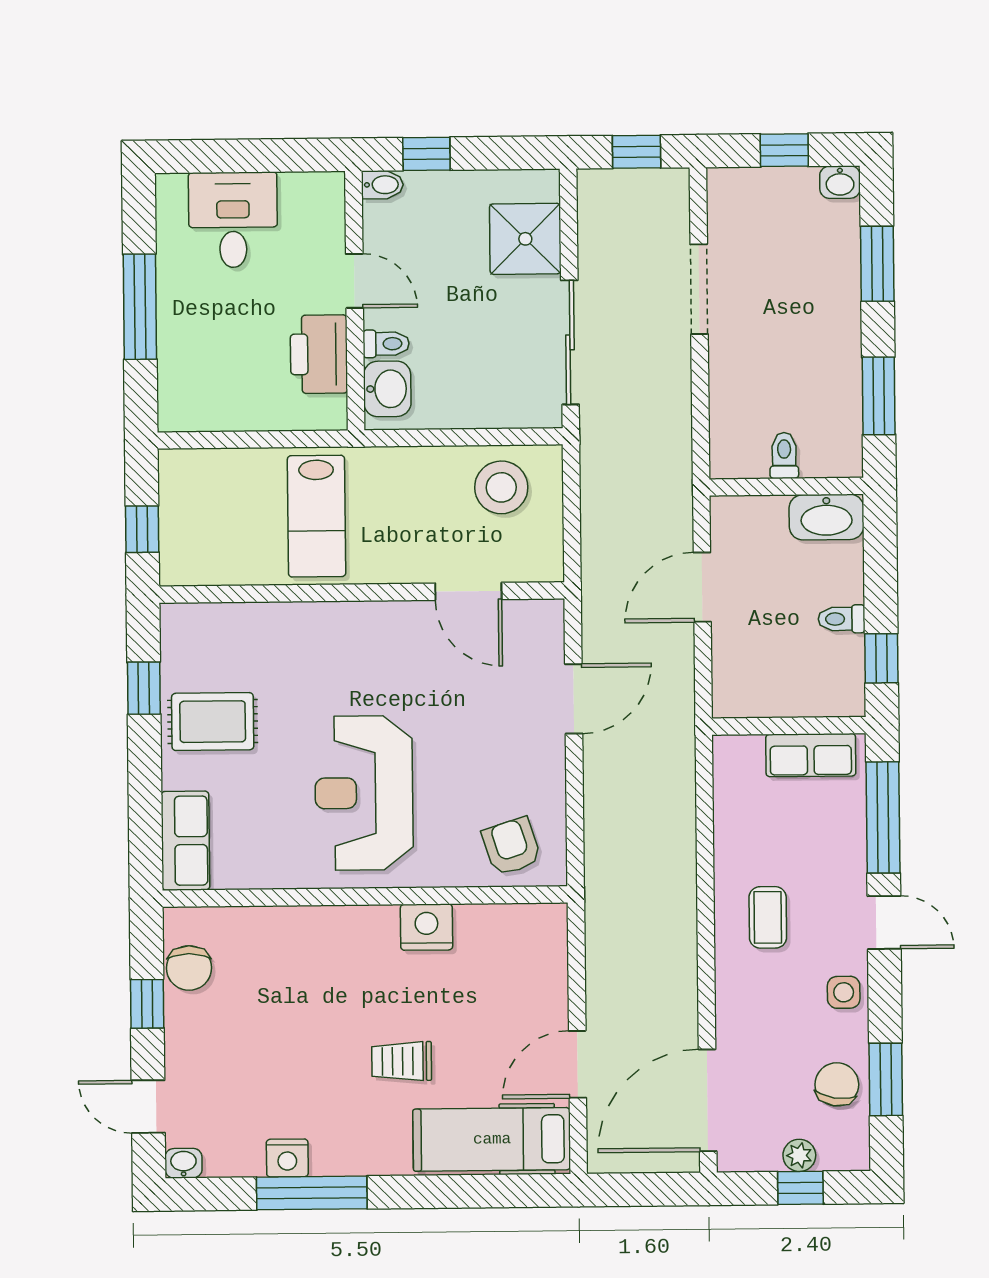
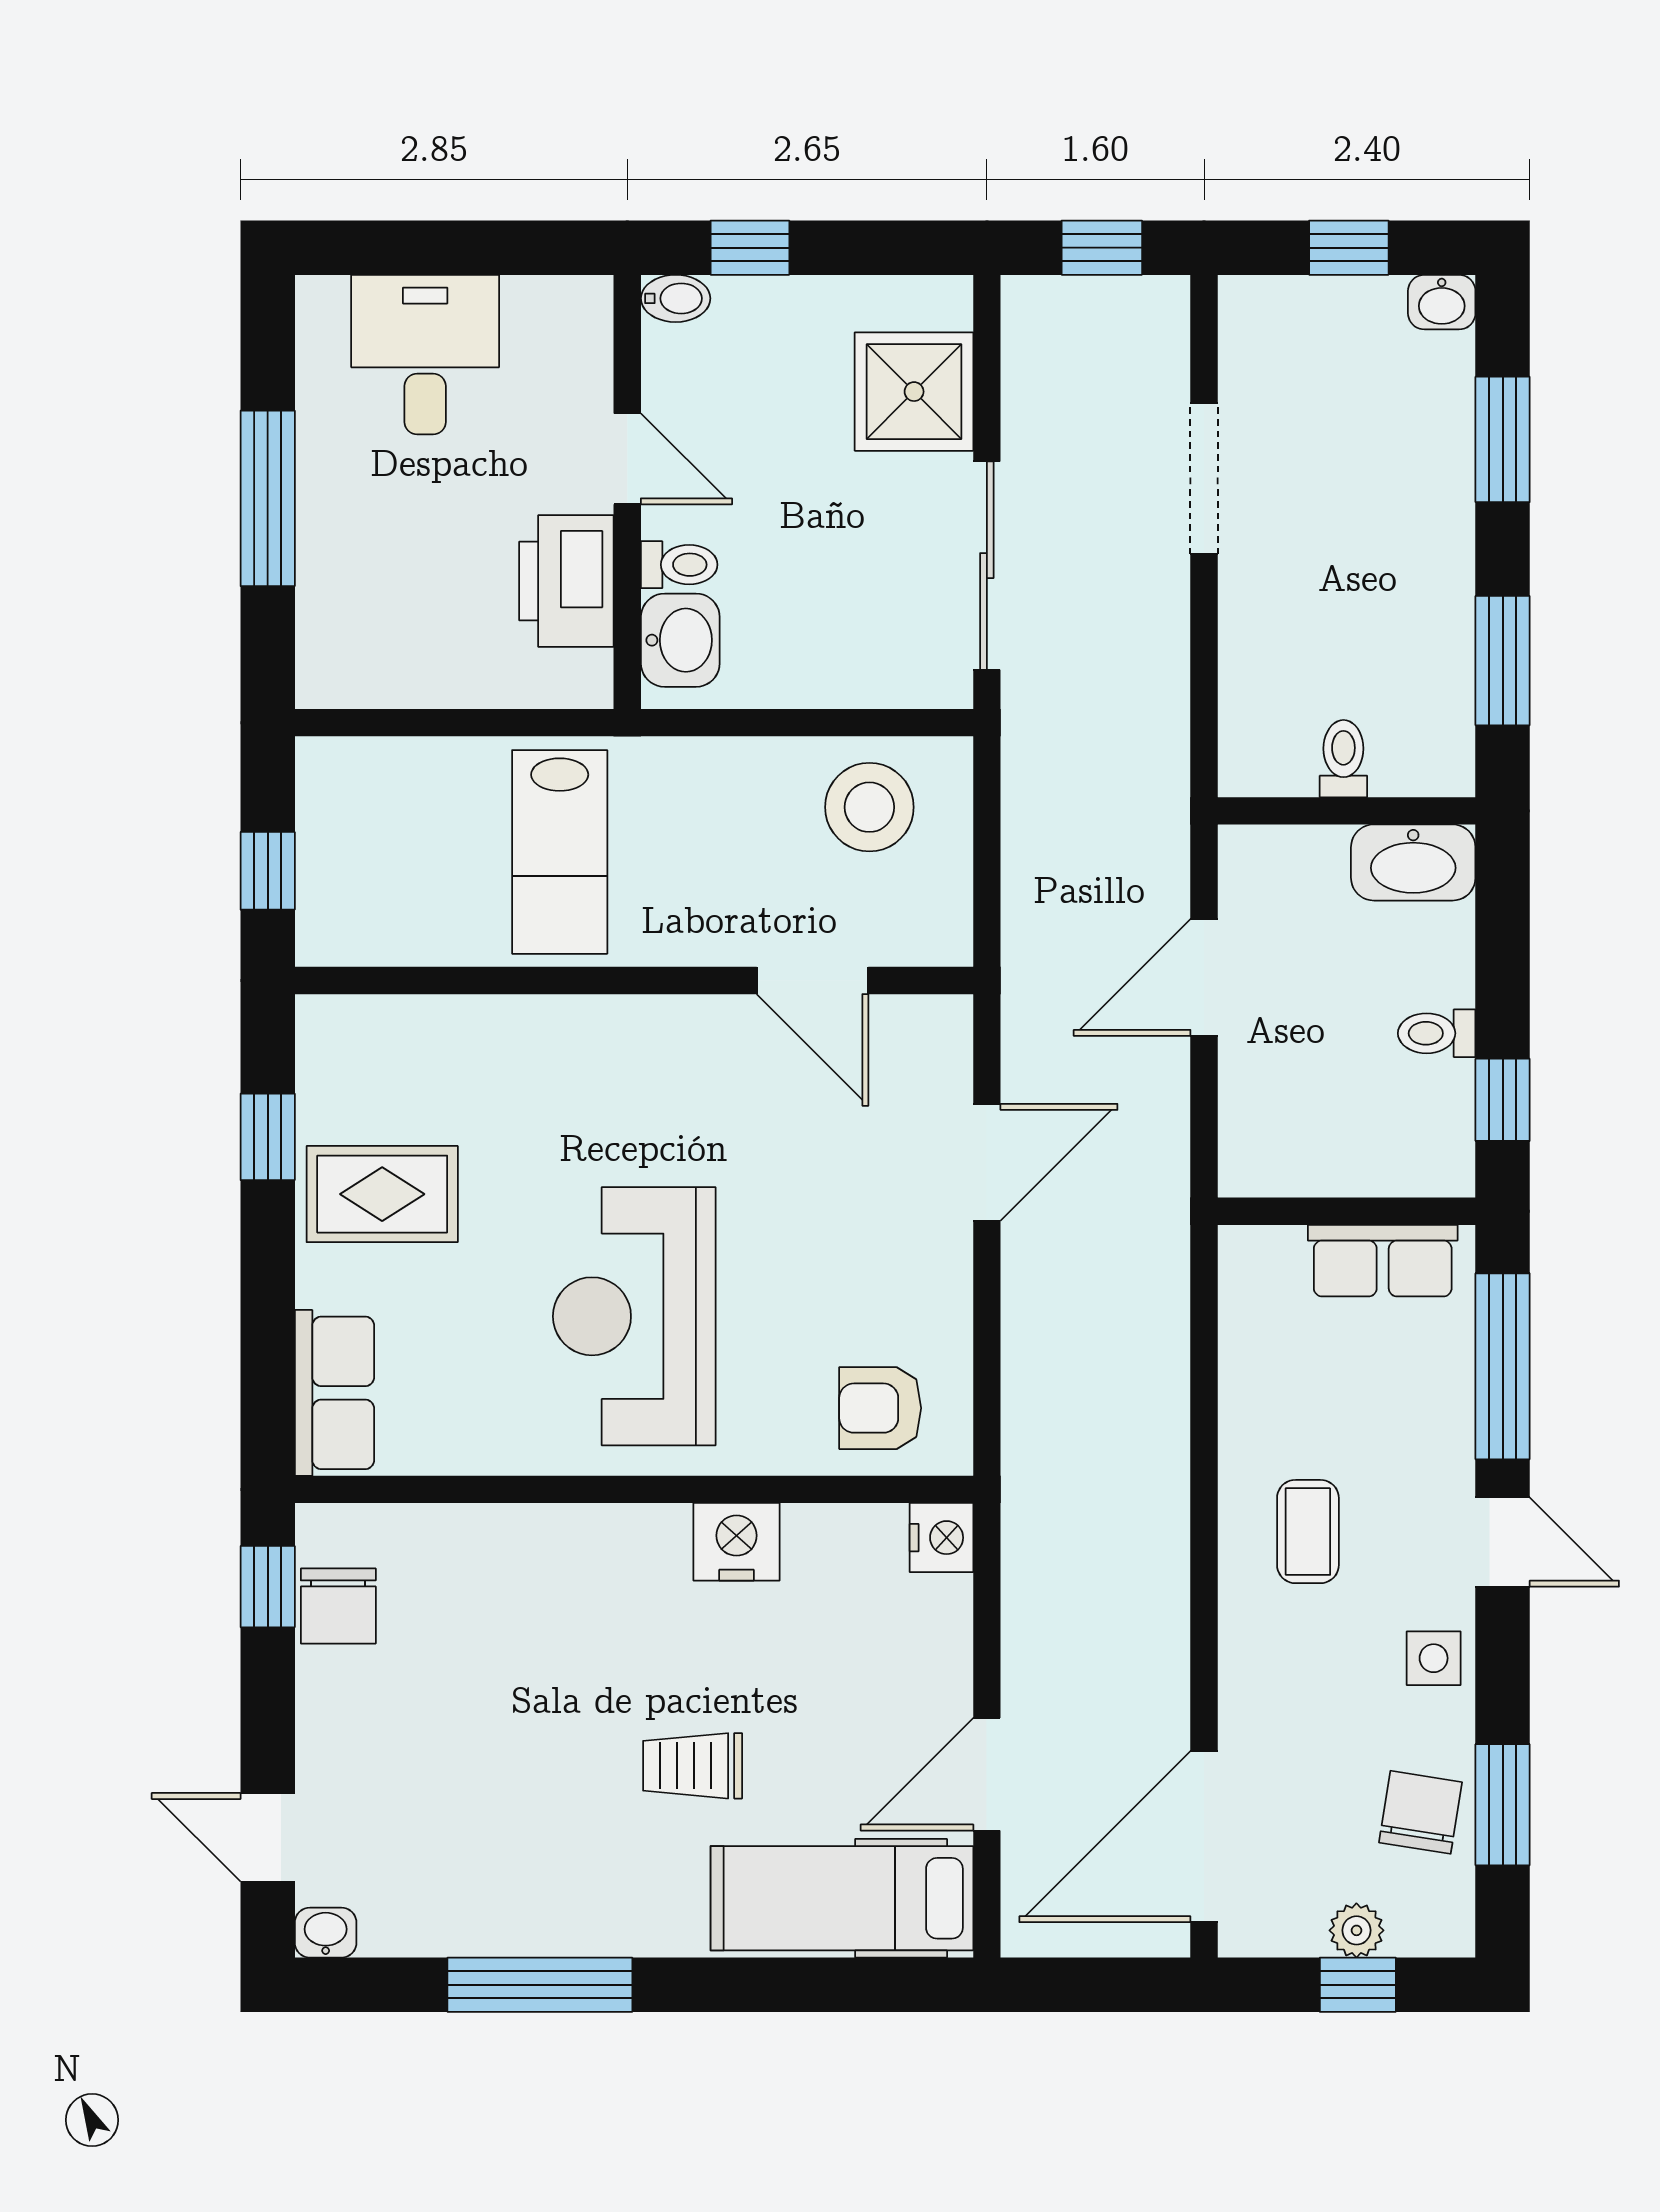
armchair: (511, 846) -> (880, 1408), turned -72
window: (147, 1004) -> (268, 1587), moved
nightstand: (287, 1158) -> (941, 1538), moved, turned -90

